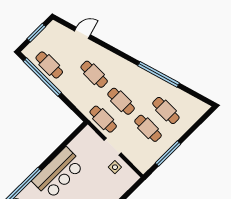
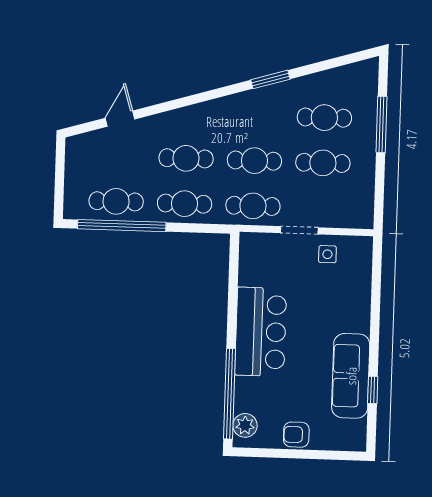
window: (36, 33) -> (60, 175), removed
window: (158, 74) -> (270, 79), width x0.47
cafe table: (76, 92) -> (185, 204), added
window: (168, 154) -> (382, 124), moved

